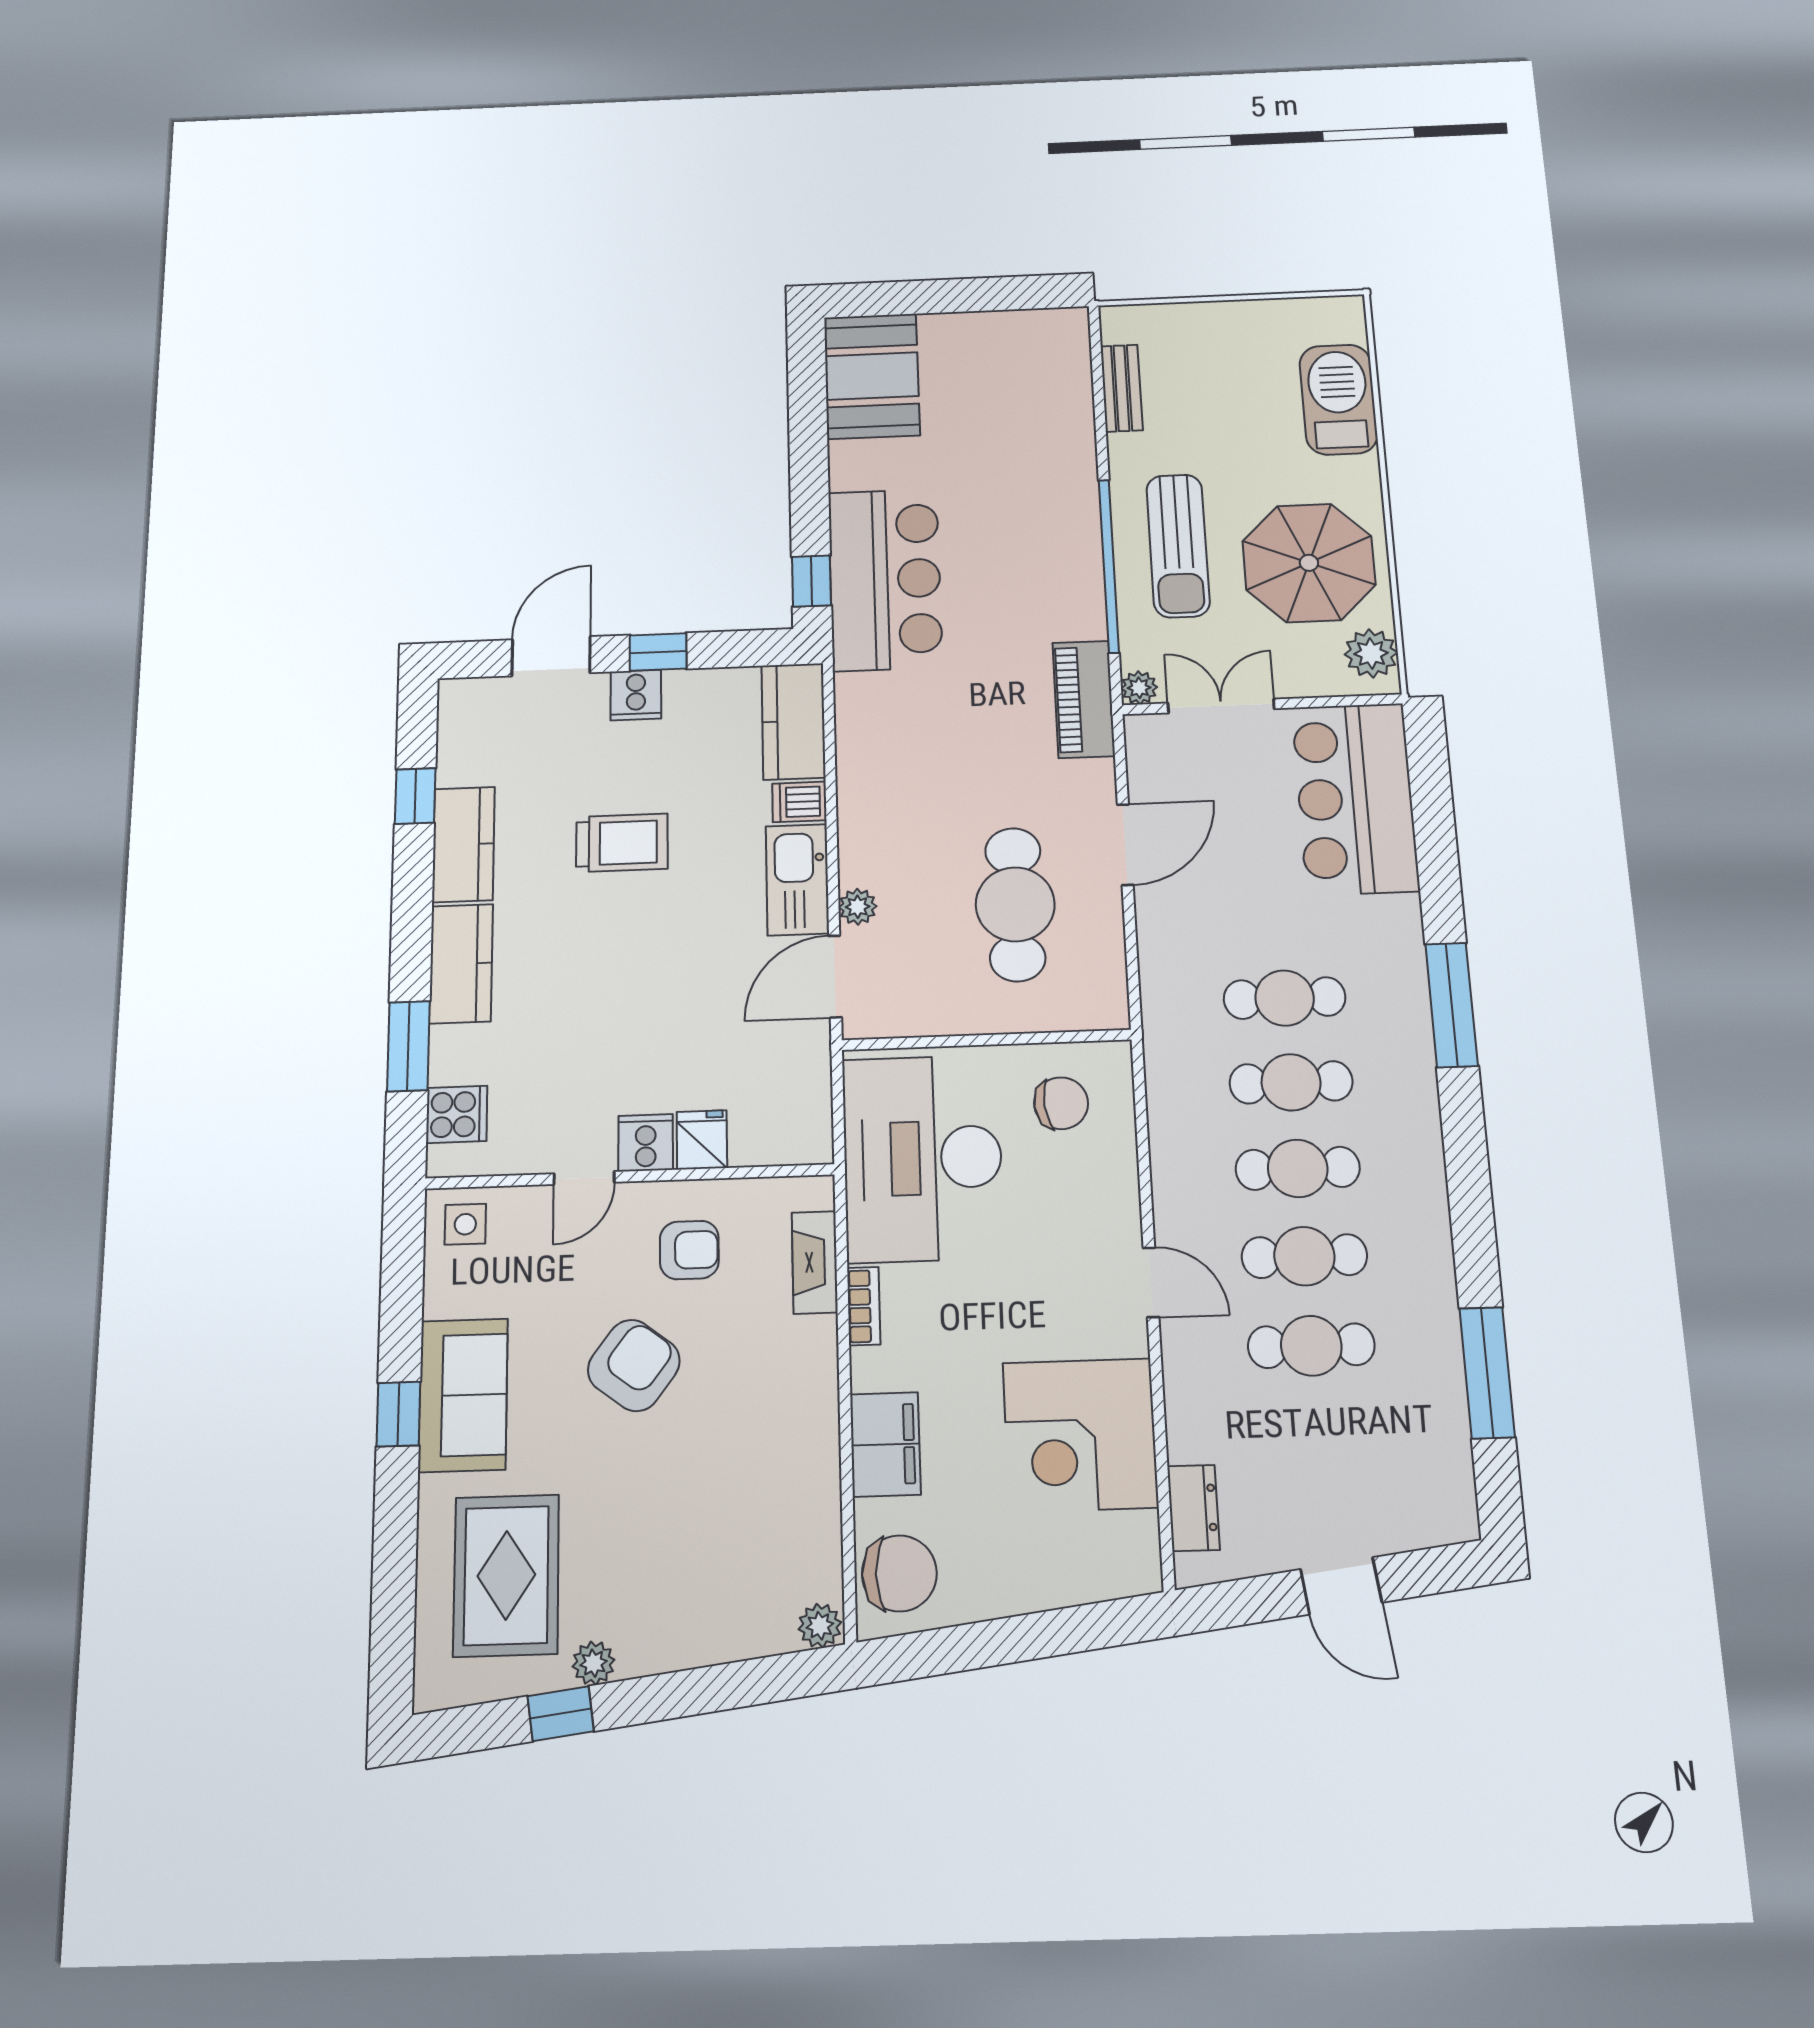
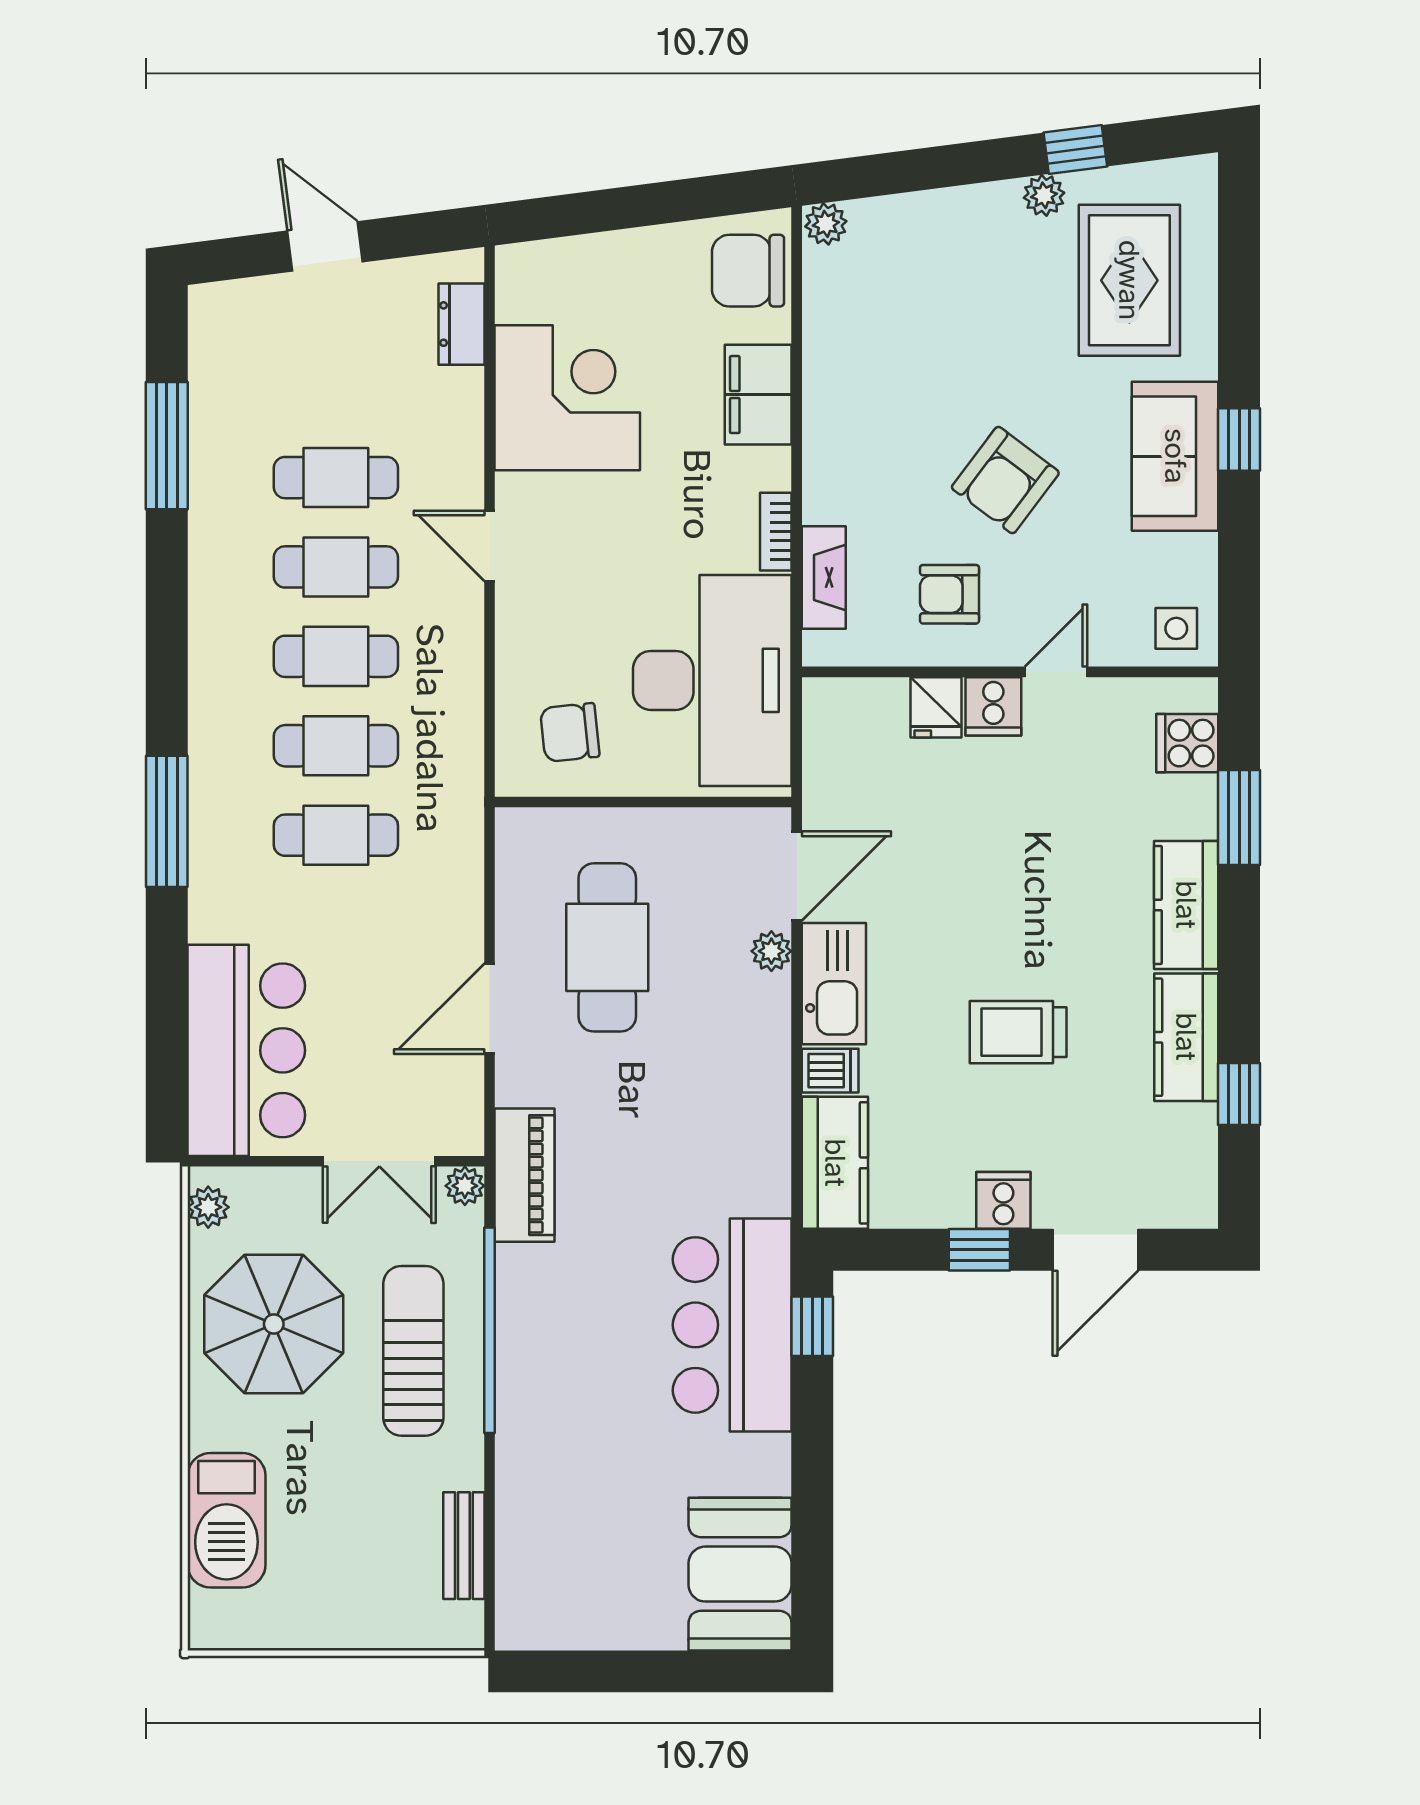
plant: (1371, 653) -> (208, 1207), width x0.73, depth x0.73

